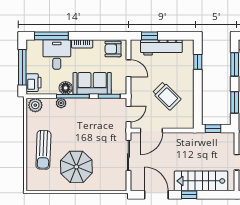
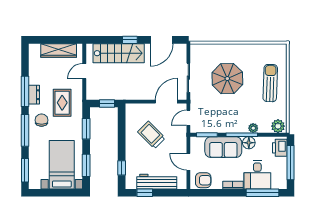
window: (149, 36) -> (145, 193), moved
parasol: (76, 167) -> (227, 79), moved
door: (156, 195) -> (161, 40), hinge flipped

